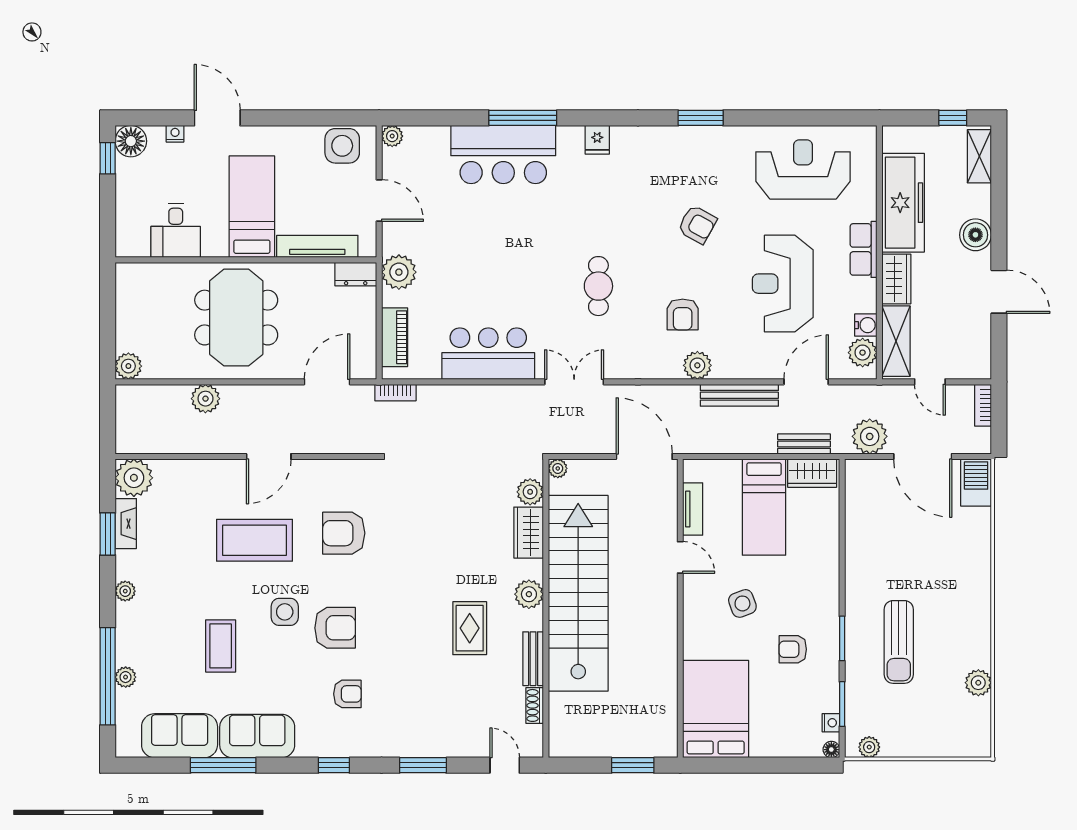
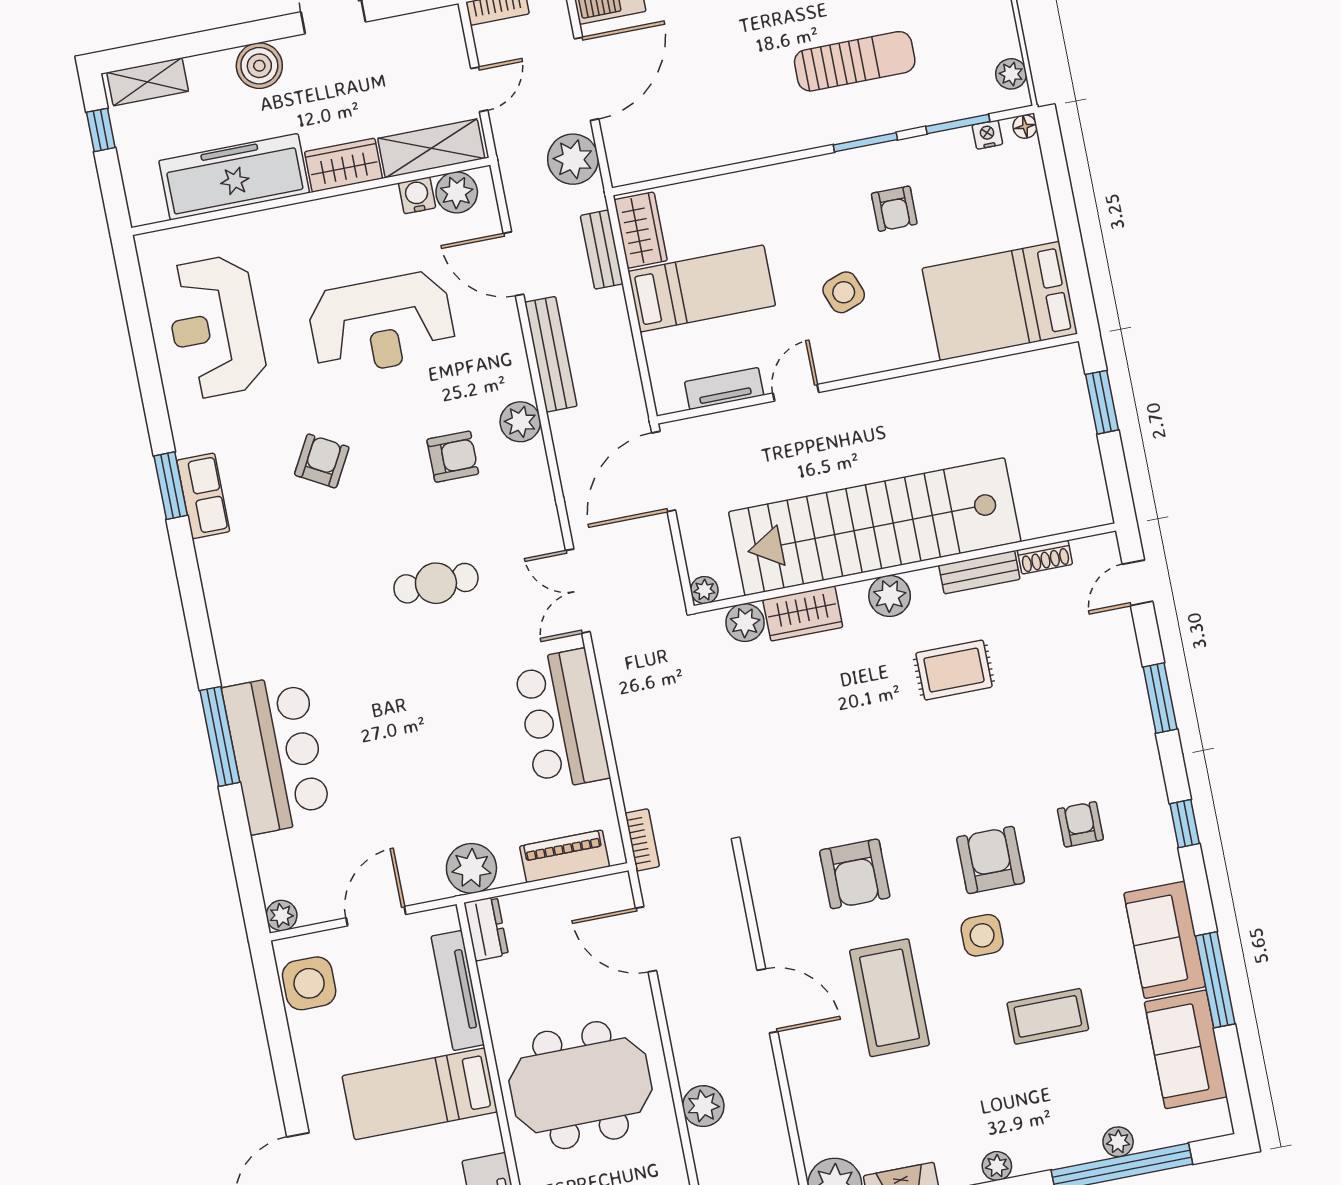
fridge: (597, 140) -> (230, 625), removed
row of seats: (864, 249) -> (203, 496), moved, turned -90

